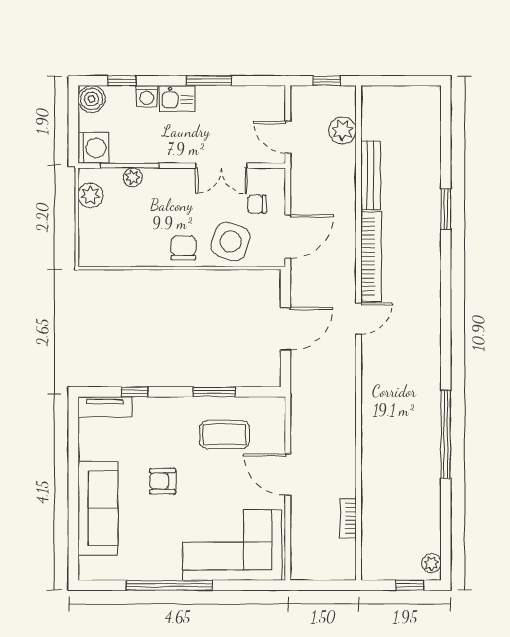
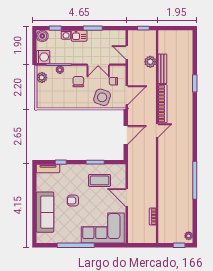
plant: (343, 130) -> (150, 62), moved
chair: (183, 248) -> (78, 82), moved

